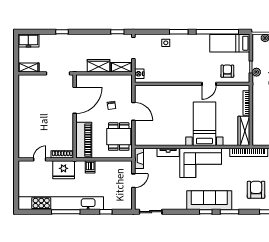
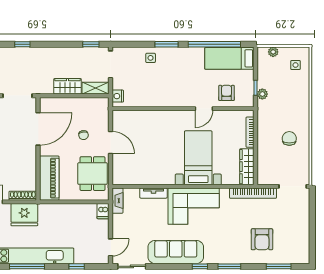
dishwasher: (90, 167) -> (103, 211), moved
door: (133, 181) -> (111, 247), moved
armchair: (256, 190) -> (262, 239), turned 180
sofa: (209, 200) -> (176, 252), moved

